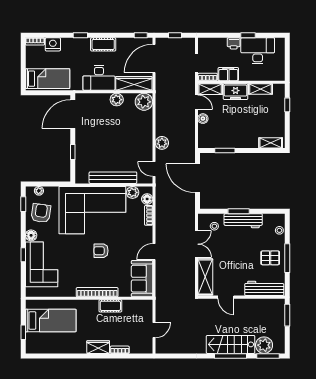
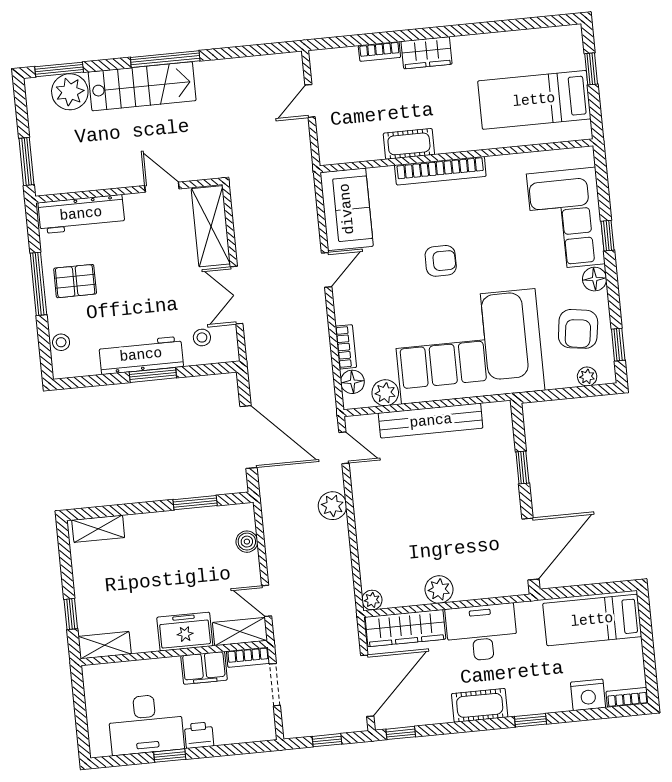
shelving: (260, 89) -> (105, 645), moved
plant: (144, 102) -> (372, 600), width x0.53, depth x0.53
boiler: (203, 119) -> (247, 542), moved
window: (231, 356) -> (165, 59), moved

